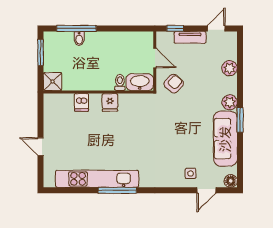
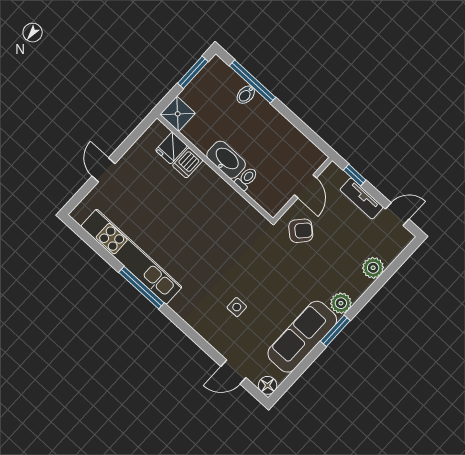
washbasin: (140, 82) -> (226, 160), moved
fridge: (110, 102) -> (171, 148), moved
side table: (191, 173) -> (237, 307), moved

